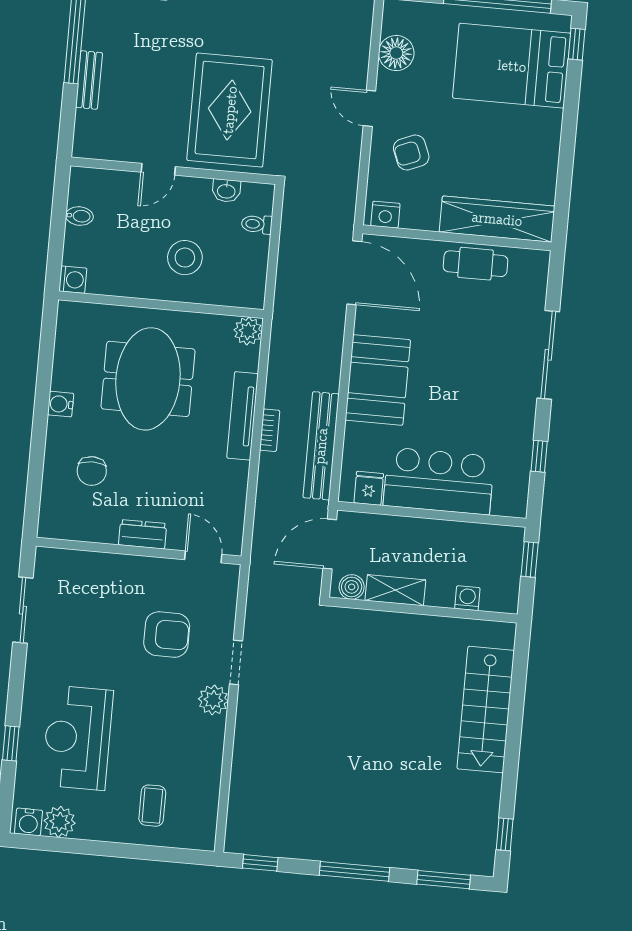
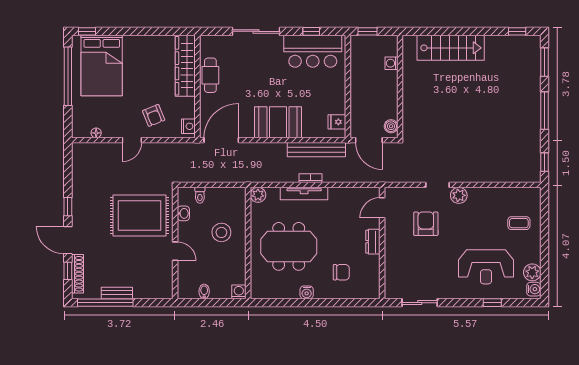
floor lamp: (396, 53) -> (96, 133), width x0.53, depth x0.53
bench: (89, 80) -> (117, 293), moved
bar counter: (439, 481) -> (313, 51), moved, turned -90
shelving: (395, 590) -> (391, 102), removed

